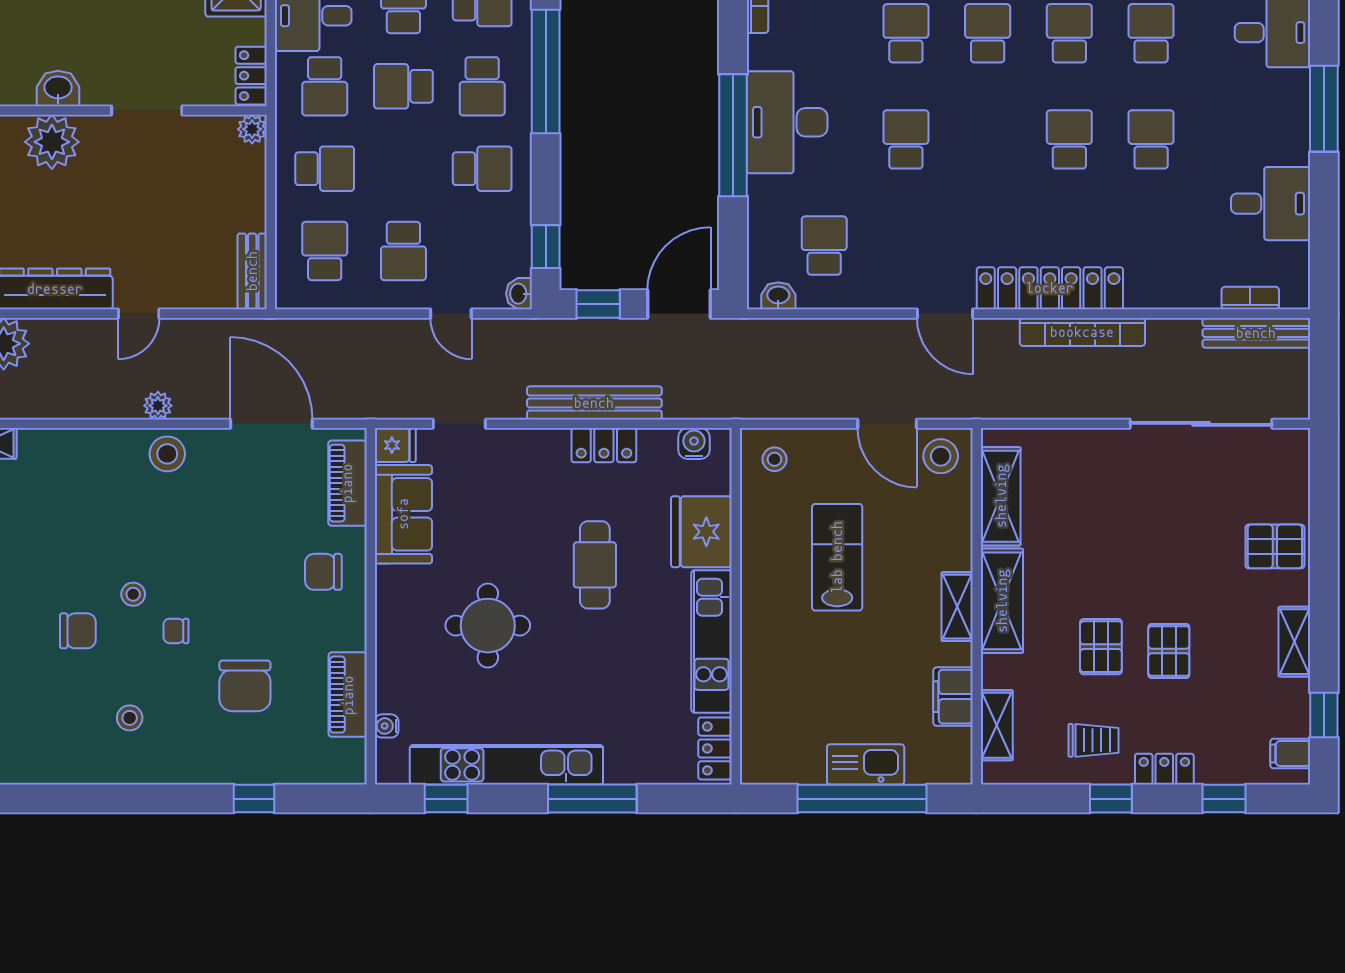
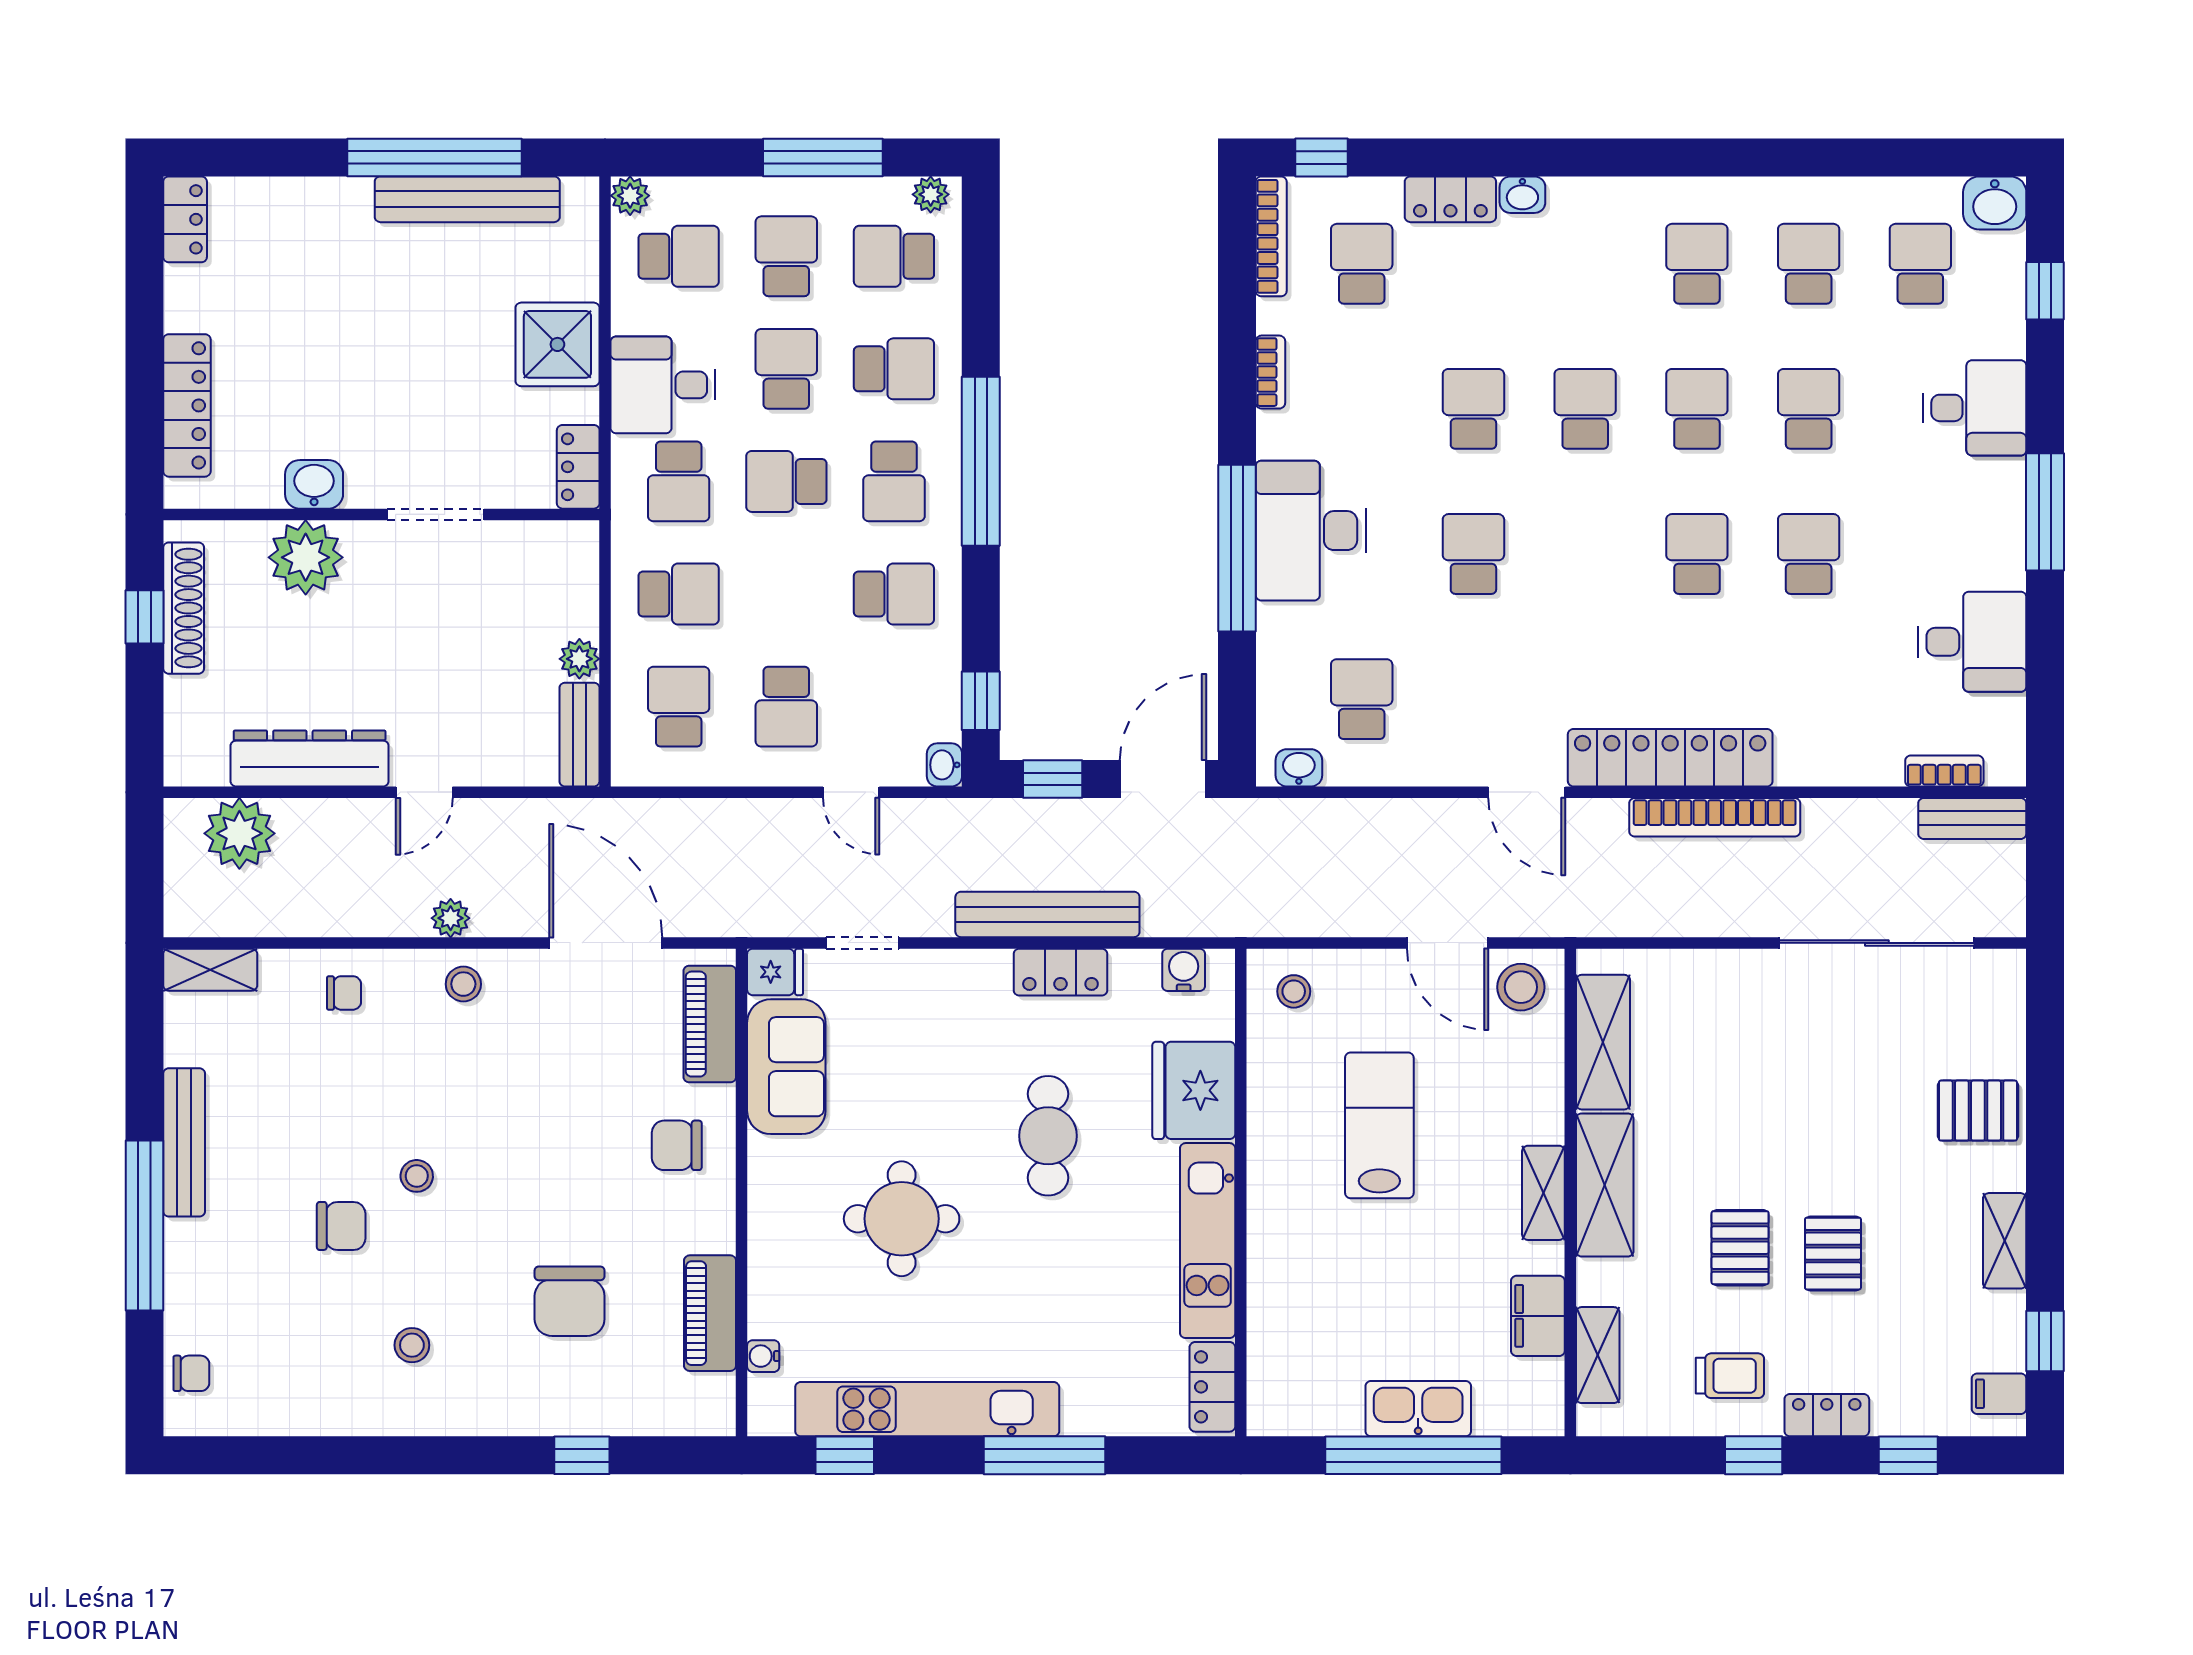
plant: (252, 129) -> (579, 659), moved
bench: (1256, 333) -> (1972, 818), width x0.73
stool: (167, 454) -> (463, 984), width x0.73, depth x0.73
chair: (176, 631) -> (344, 993), moved, turned 180

